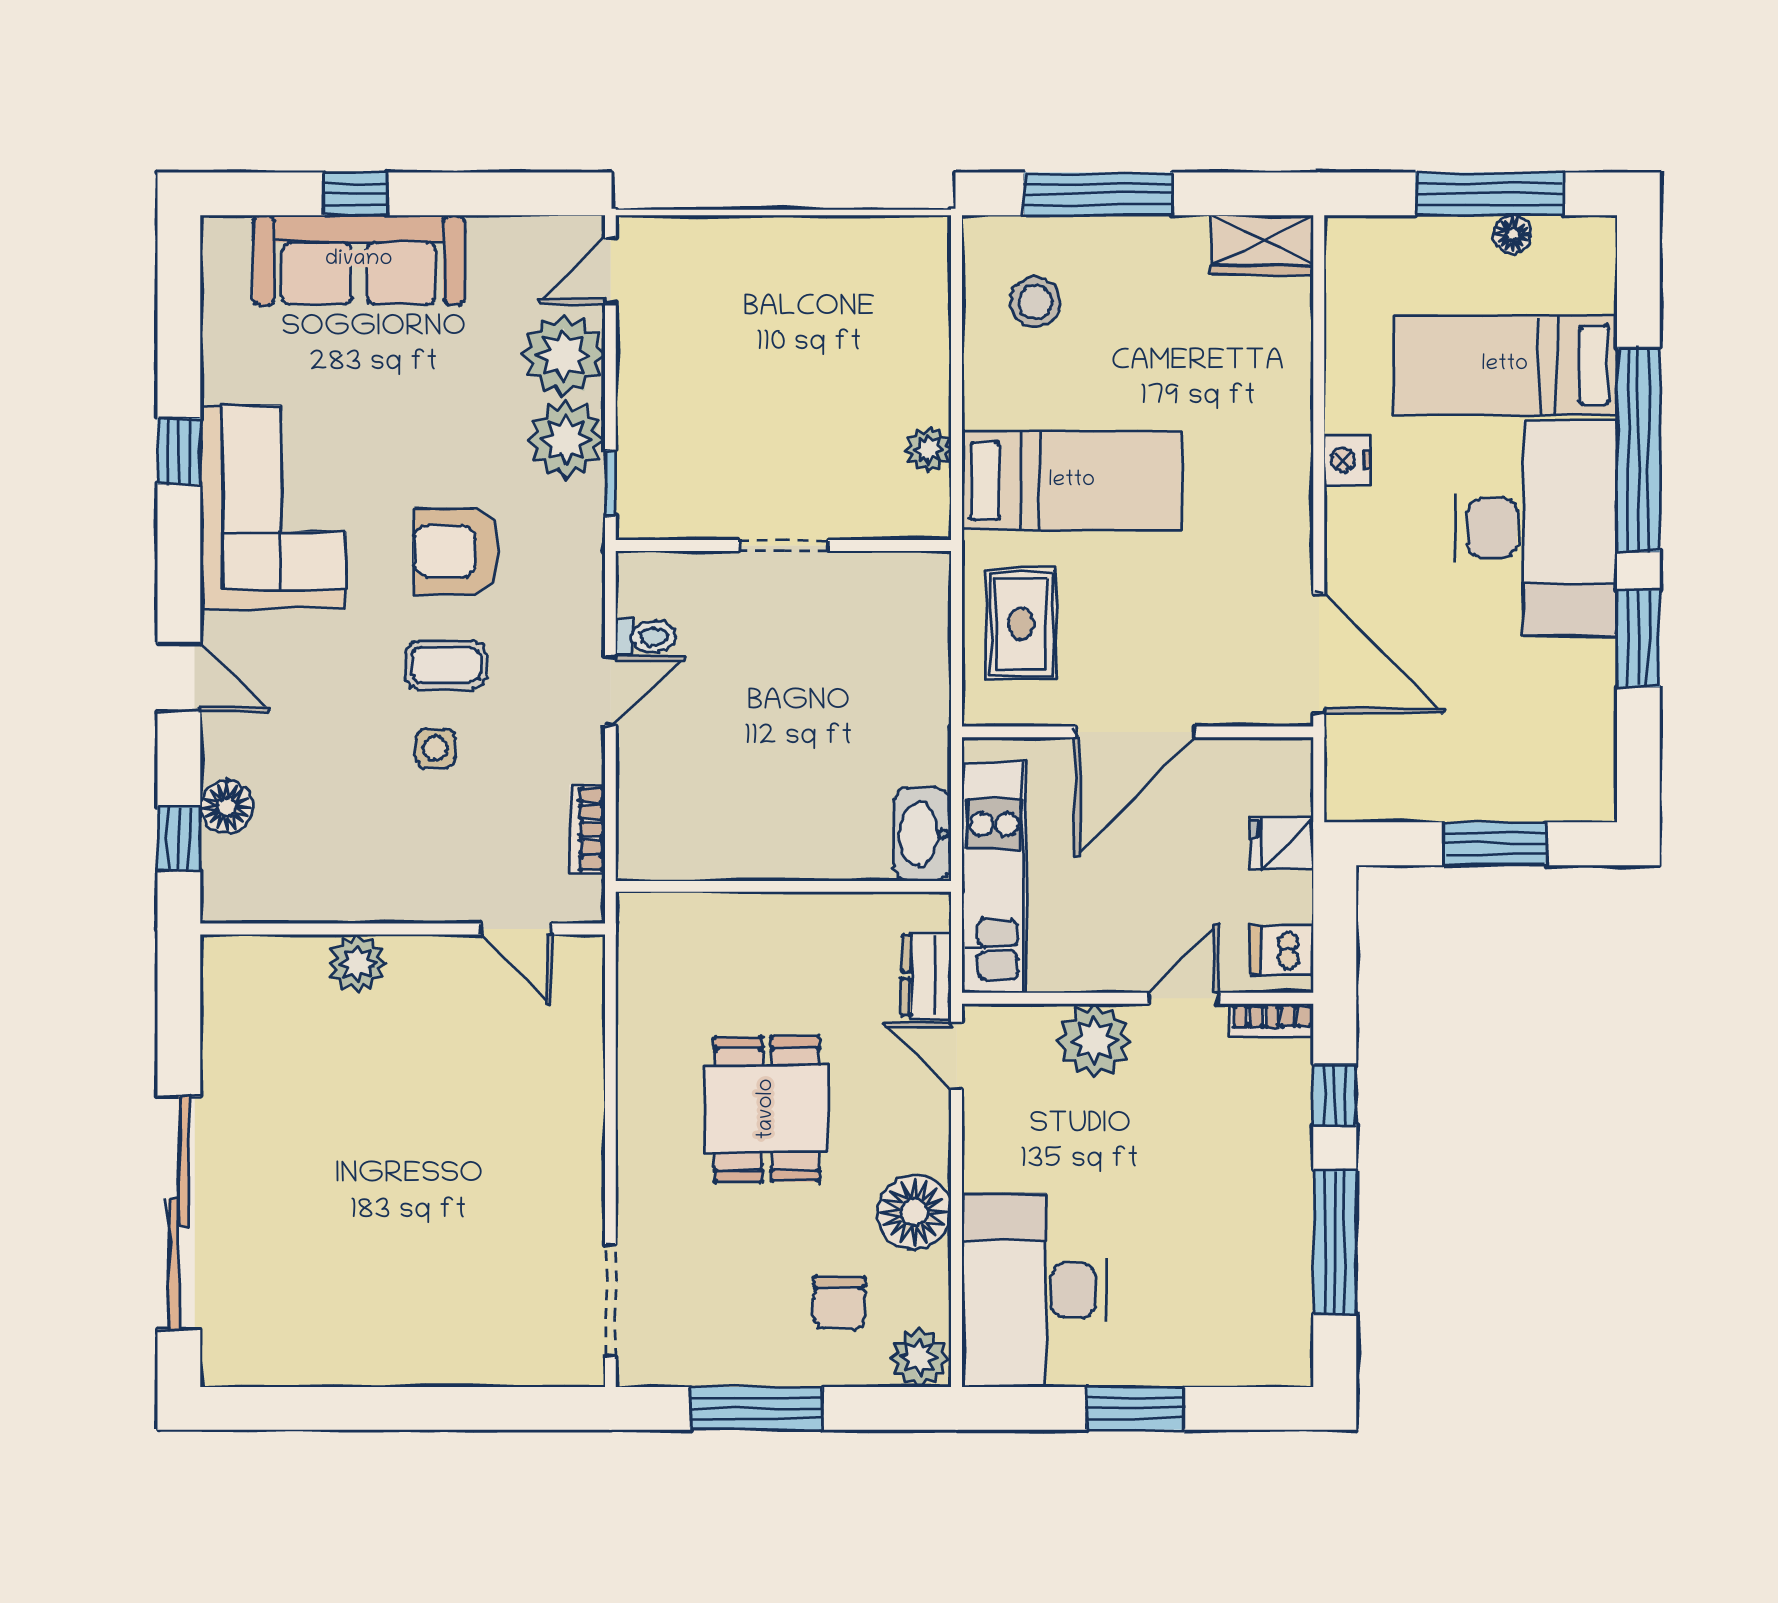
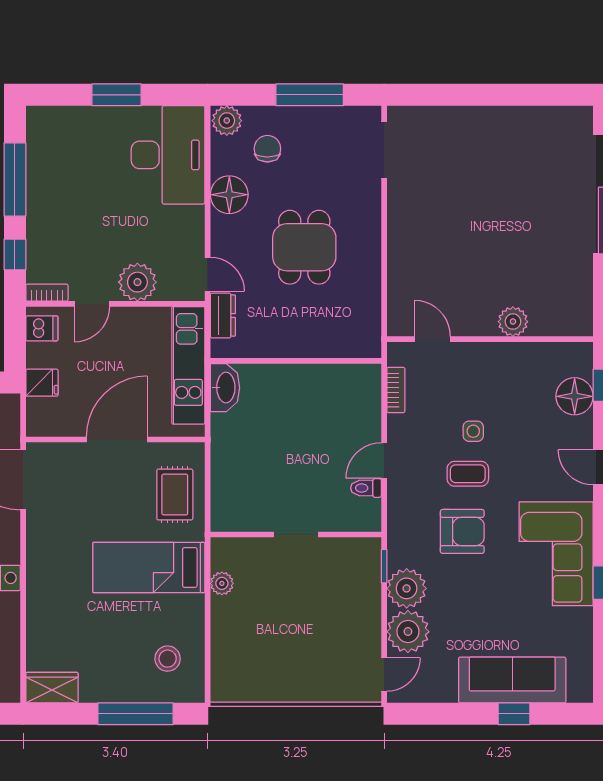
floor lamp: (227, 807) -> (575, 396), width x1.38, depth x1.38

